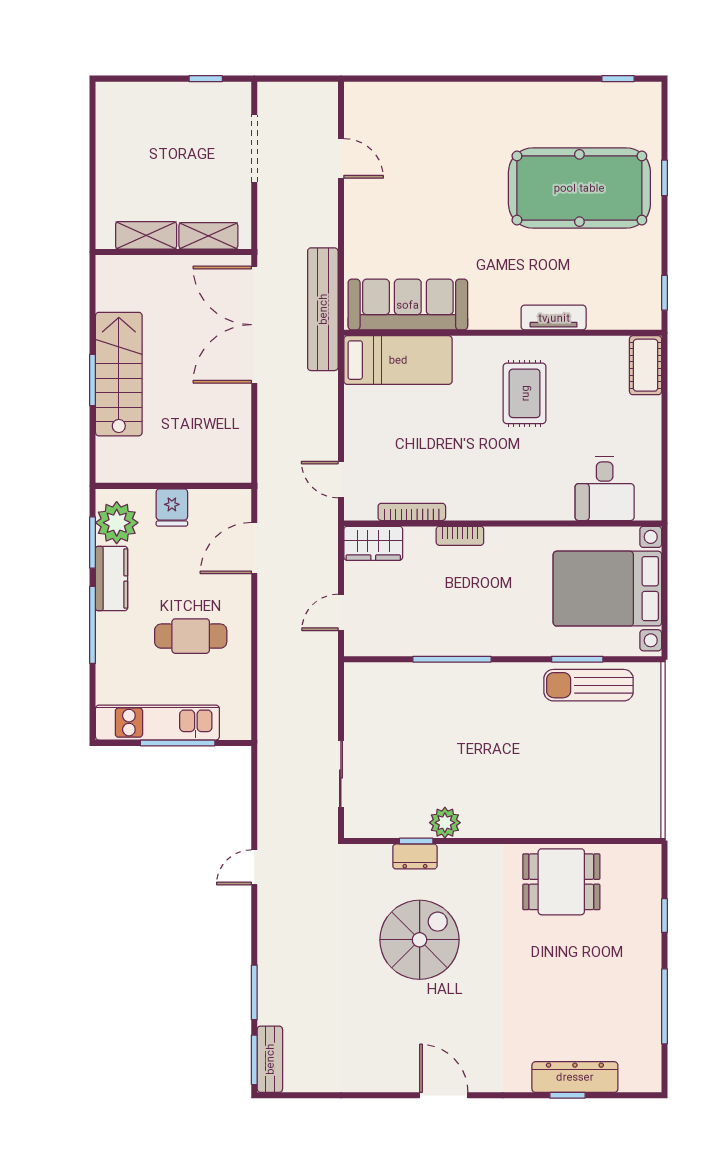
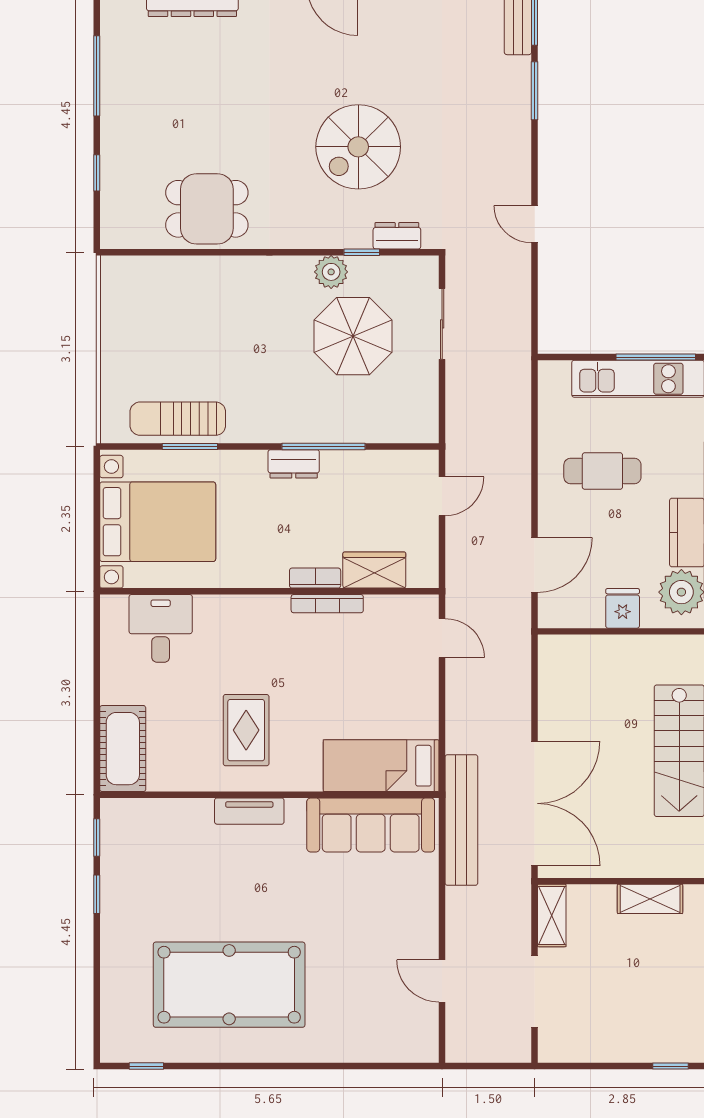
window: (206, 79) -> (671, 1066), moved
window: (664, 178) -> (97, 894), moved
pool table: (579, 188) -> (229, 985), moved
shelving: (208, 236) -> (552, 916), moved, turned 90
tv unit: (554, 318) -> (249, 811), moved
cot: (646, 365) -> (123, 749), width x1.37, depth x1.34
bookcase: (412, 512) -> (327, 604), moved
wardrobe: (373, 543) -> (374, 570), moved
dresser: (480, 643) -> (294, 464), added
sun lounger: (589, 685) -> (178, 419), turned 180
window: (178, 743) -> (656, 357), moved
parasol: (424, 762) -> (353, 336), added
dresser: (415, 856) -> (397, 236), moved
door: (254, 867) -> (535, 224), swing flipped

